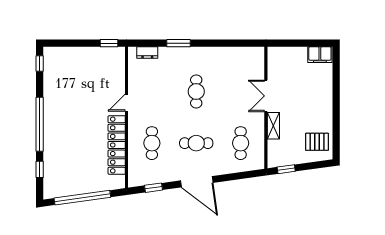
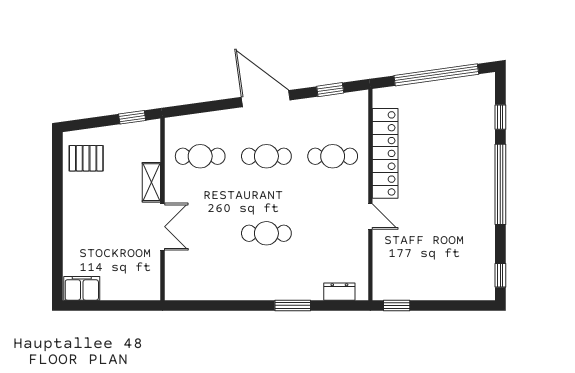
cafe table: (196, 91) -> (266, 233), turned 90
door: (127, 103) -> (370, 217), hinge flipped
cafe table: (152, 143) -> (333, 156), turned 90
cafe table: (241, 143) -> (200, 156), turned 90

